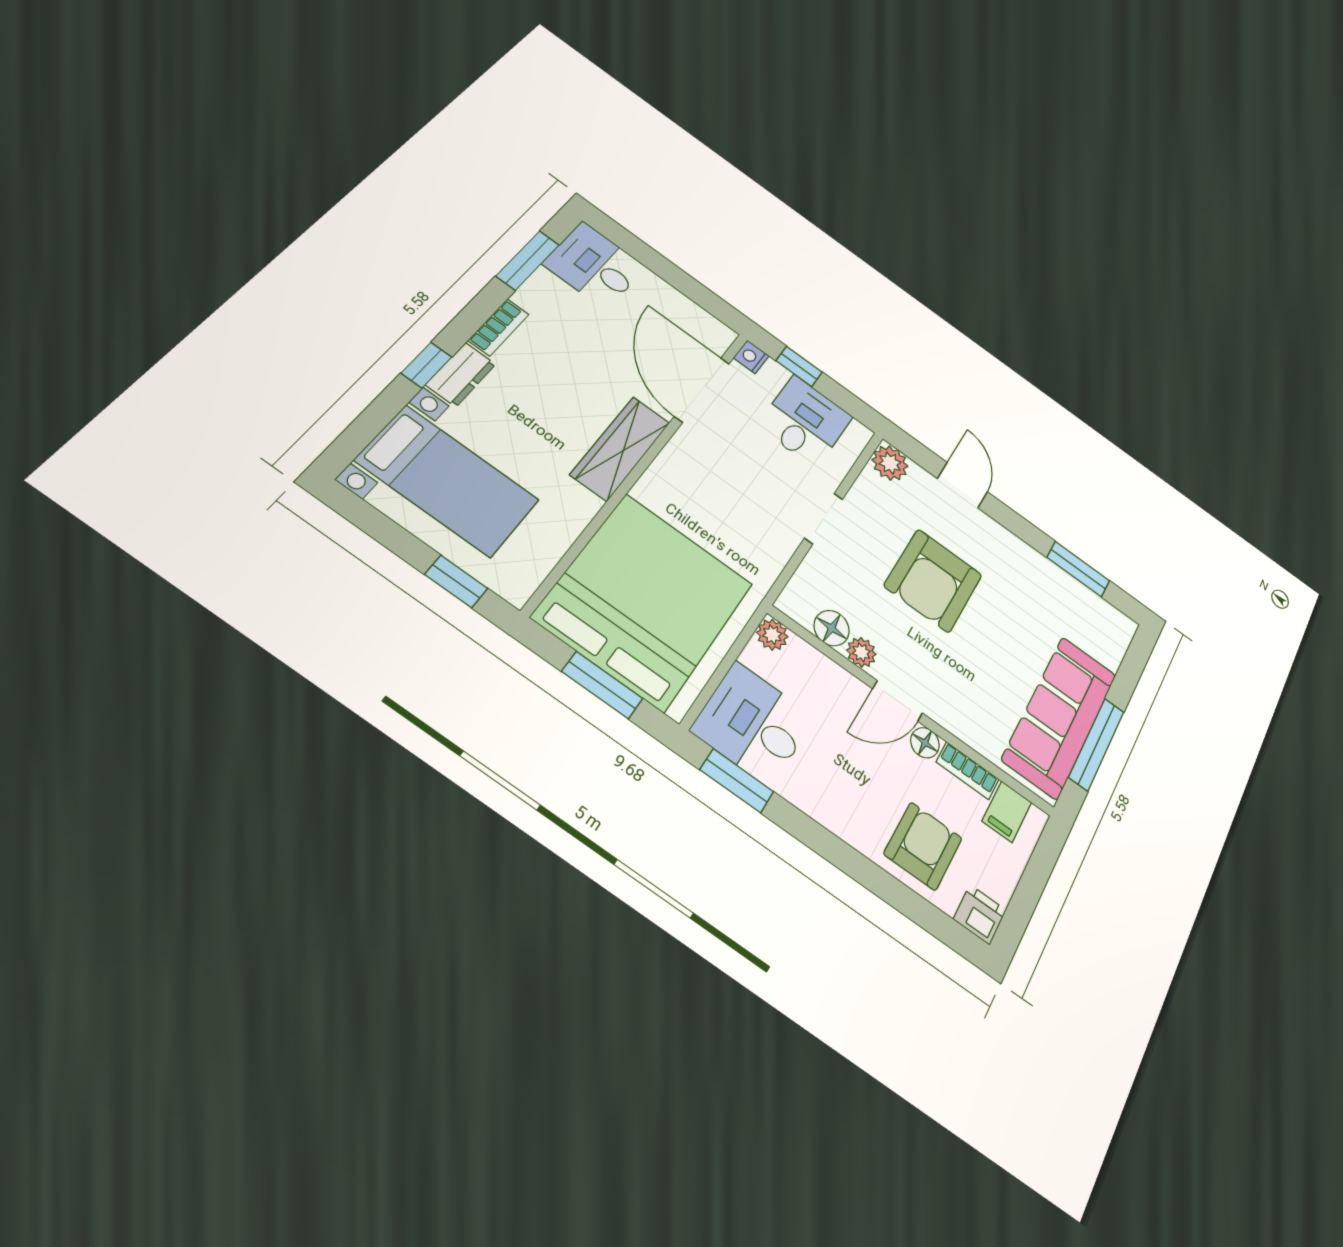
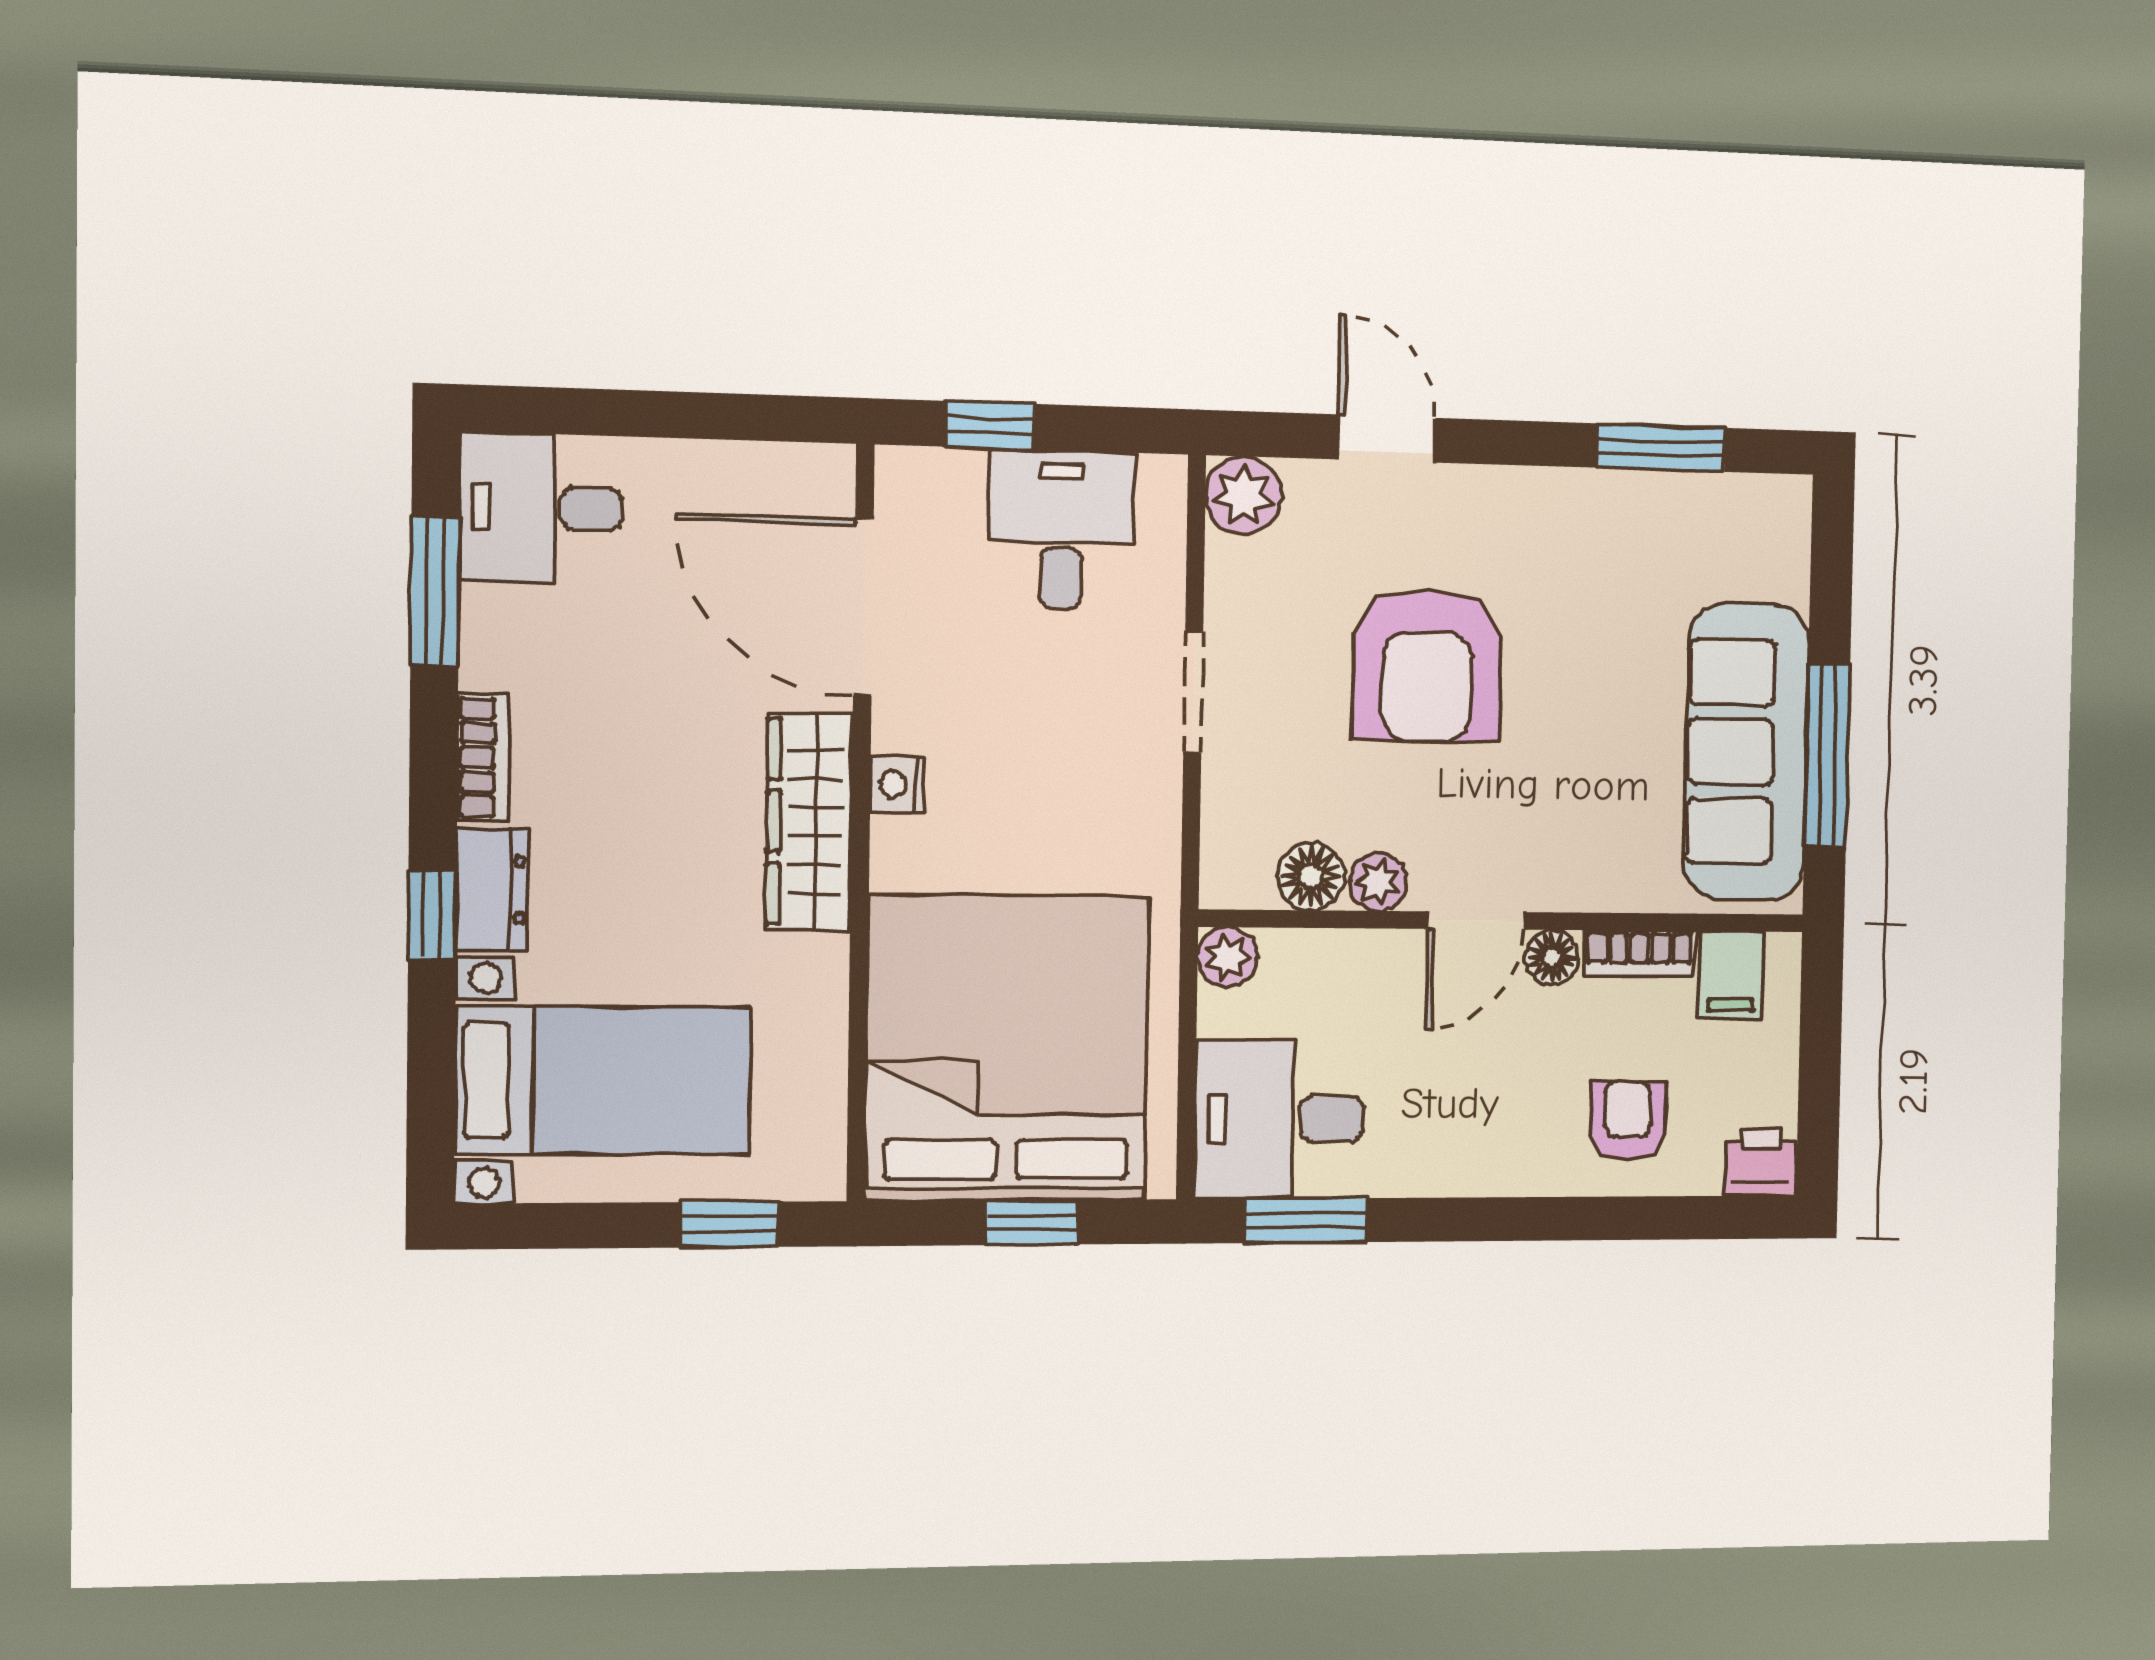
nightstand: (751, 357) -> (897, 785), moved
window: (602, 685) -> (1032, 1222), width x0.67
armchair: (923, 846) -> (1628, 1120), width x0.72, depth x0.72

